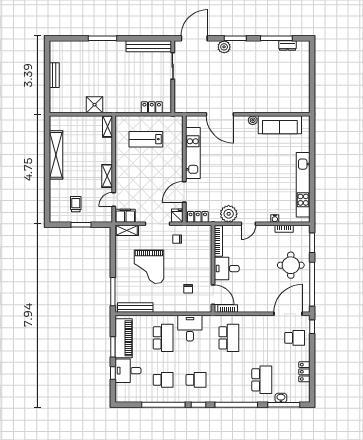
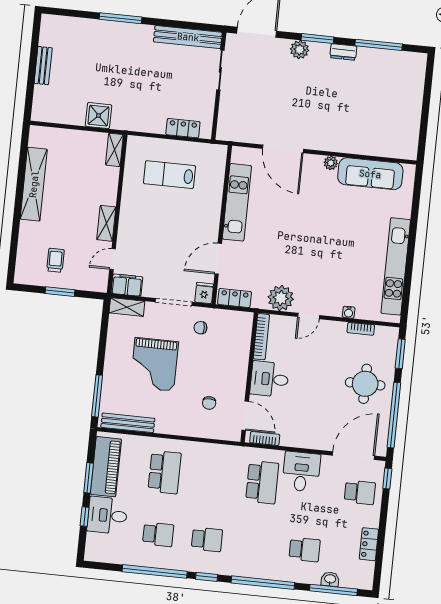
dresser: (288, 45) -> (343, 52), moved
desk: (190, 328) -> (301, 472), moved
school desk: (262, 380) -> (305, 550), width x0.54

